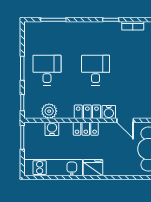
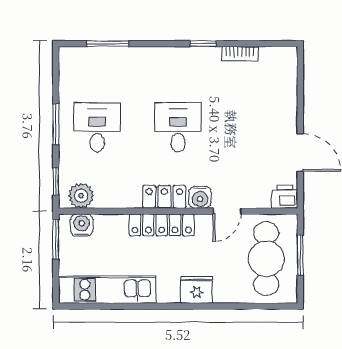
plant: (49, 111) -> (81, 196), moved
door: (125, 120) -> (227, 211), hinge flipped
water cooler: (52, 129) -> (82, 225), moved
locker: (86, 129) -> (162, 225), width x1.53
fridge: (93, 168) -> (197, 290), moved

